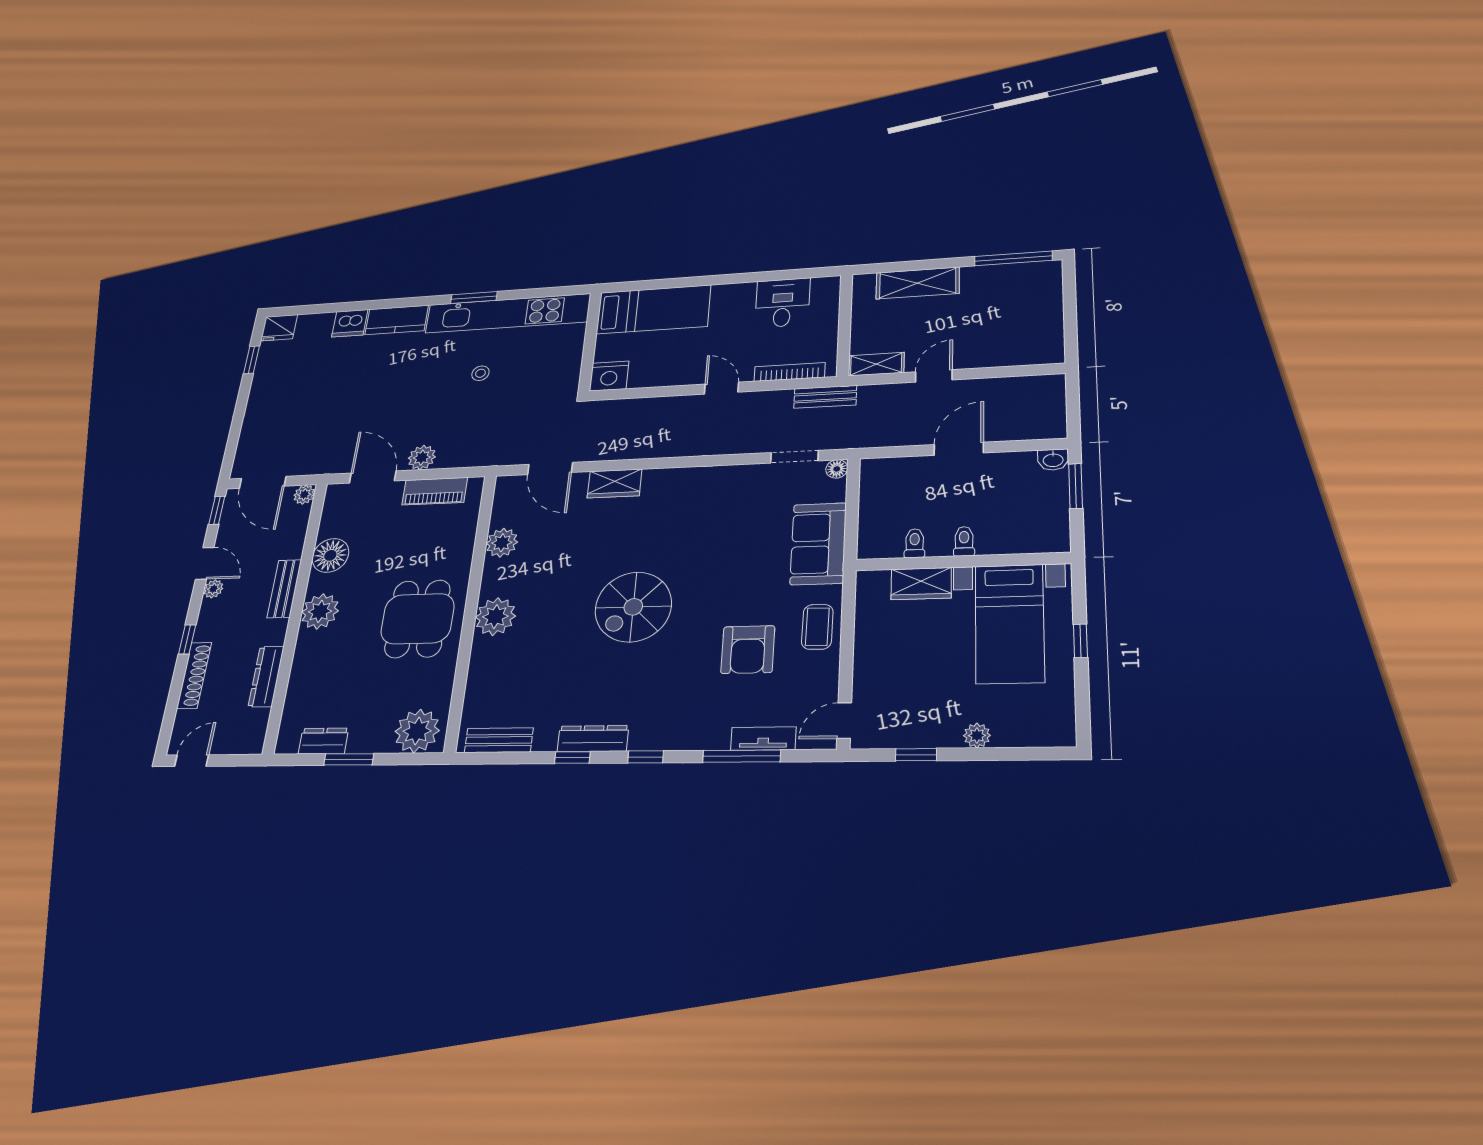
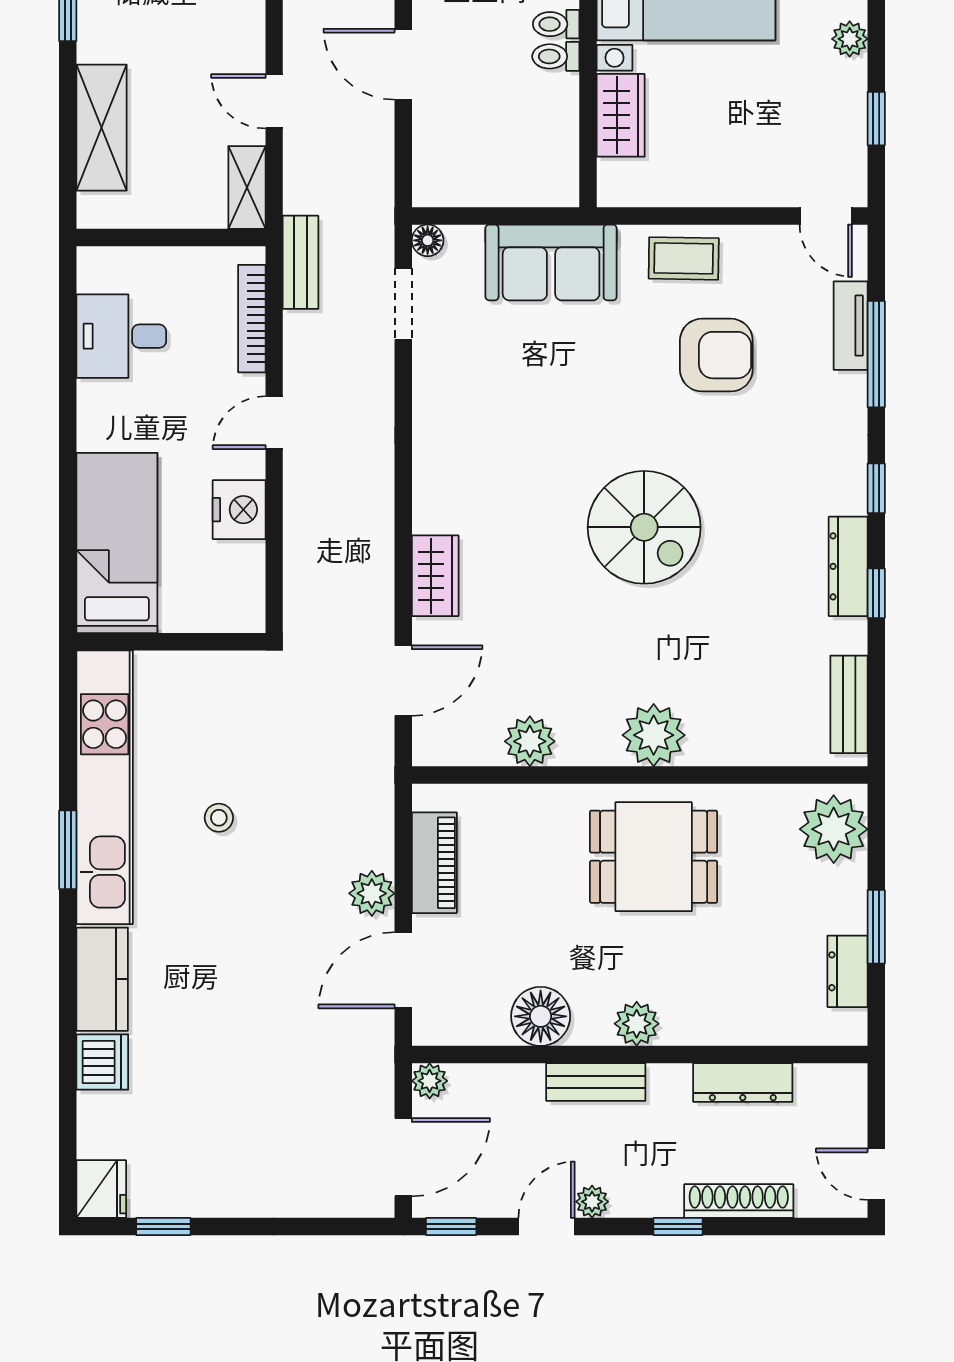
nightstand: (609, 376) -> (239, 510), moved
toilet: (915, 543) -> (556, 24), moved
plant: (320, 611) -> (637, 1024), width x0.73, depth x0.73

